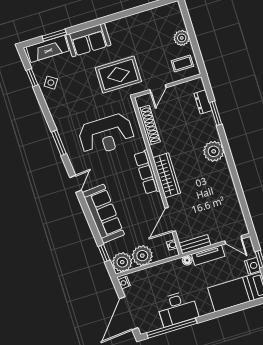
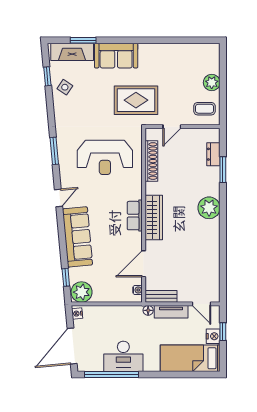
row of seats: (147, 172) -> (135, 216), width x0.68
plant: (142, 256) -> (104, 292), removed

